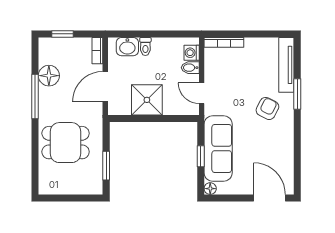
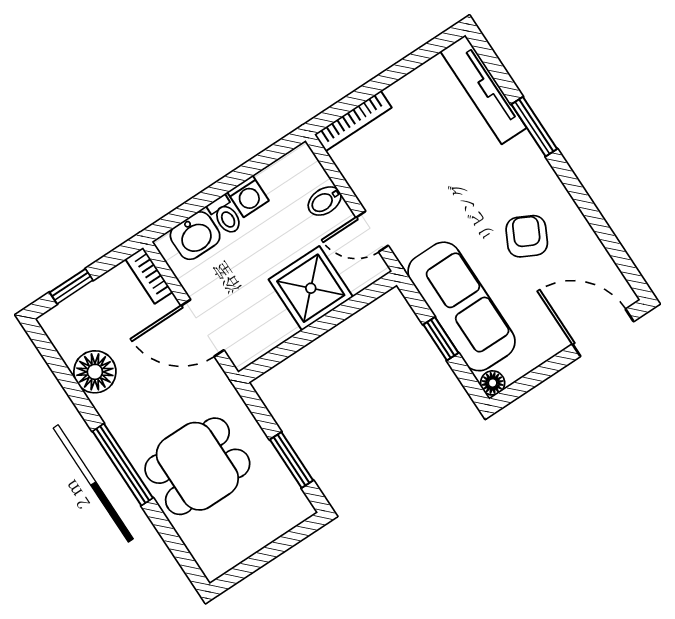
washing machine: (192, 53) -> (248, 196), moved, turned -90
door: (105, 87) -> (202, 328), hinge flipped
window: (35, 97) -> (123, 465), moved
shower: (147, 100) -> (311, 288), moved
armchair: (267, 108) -> (527, 236), moved

